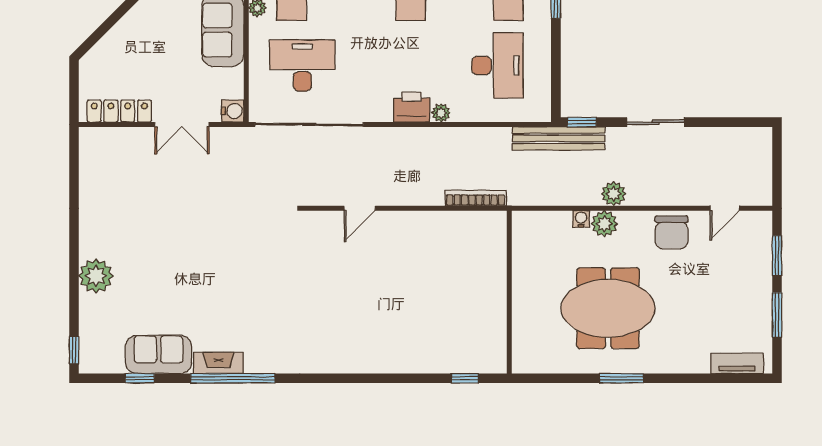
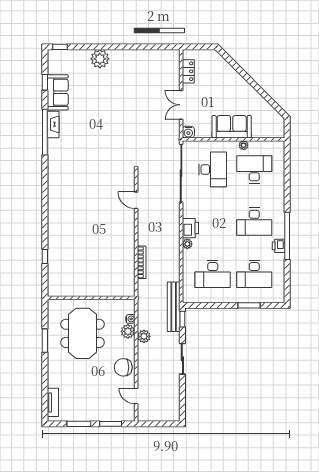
locker: (119, 111) -> (188, 71), width x0.66
wall: (509, 292) -> (91, 298), moved

